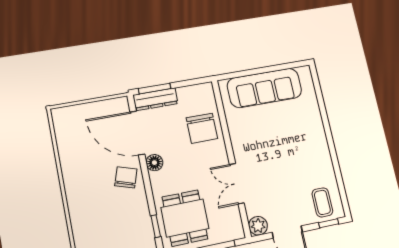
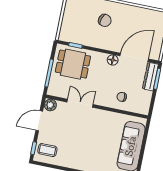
chair: (202, 128) -> (122, 97), width x0.54, depth x0.54
chair: (126, 177) -> (105, 20), moved

